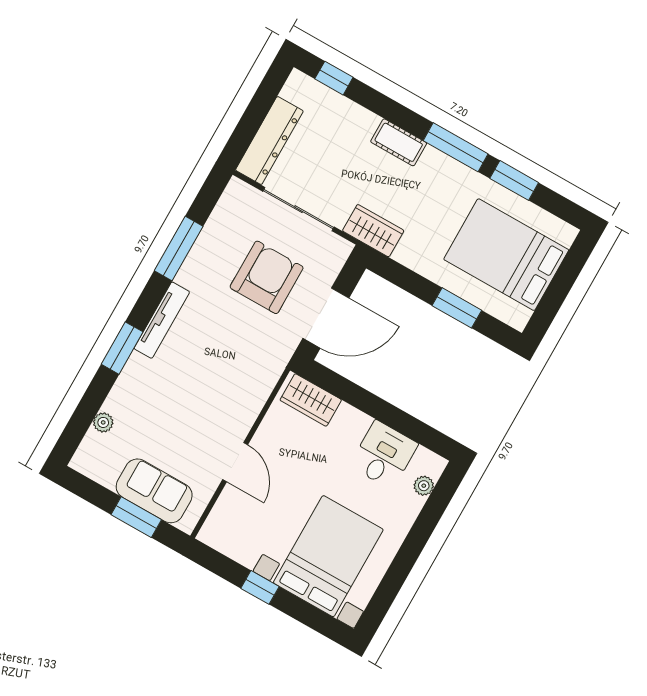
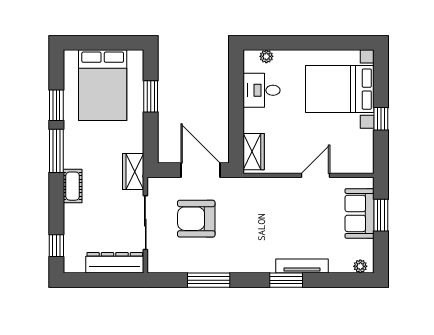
tv unit: (162, 320) -> (302, 266), moved
plant: (103, 422) -> (360, 266), moved

